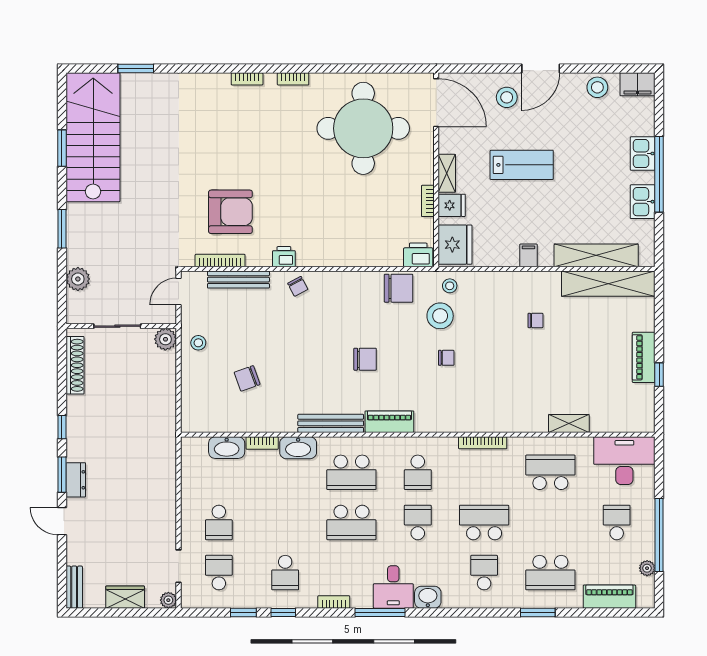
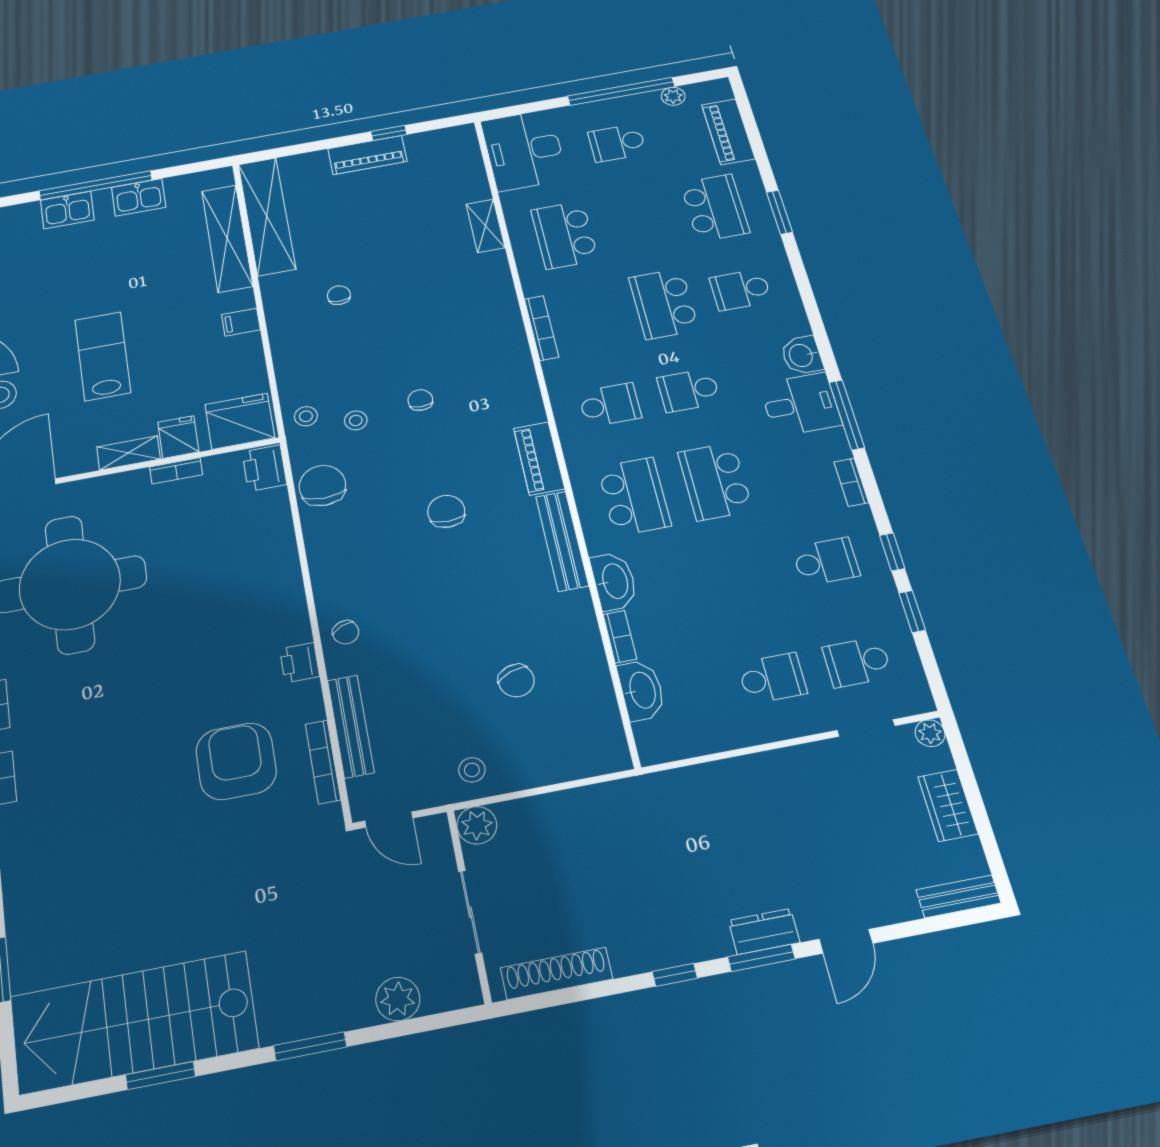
chair: (298, 286) -> (346, 632), turned 94
stool: (440, 316) -> (356, 420), width x0.53, depth x0.53
school desk: (351, 522) -> (715, 481), turned 180

